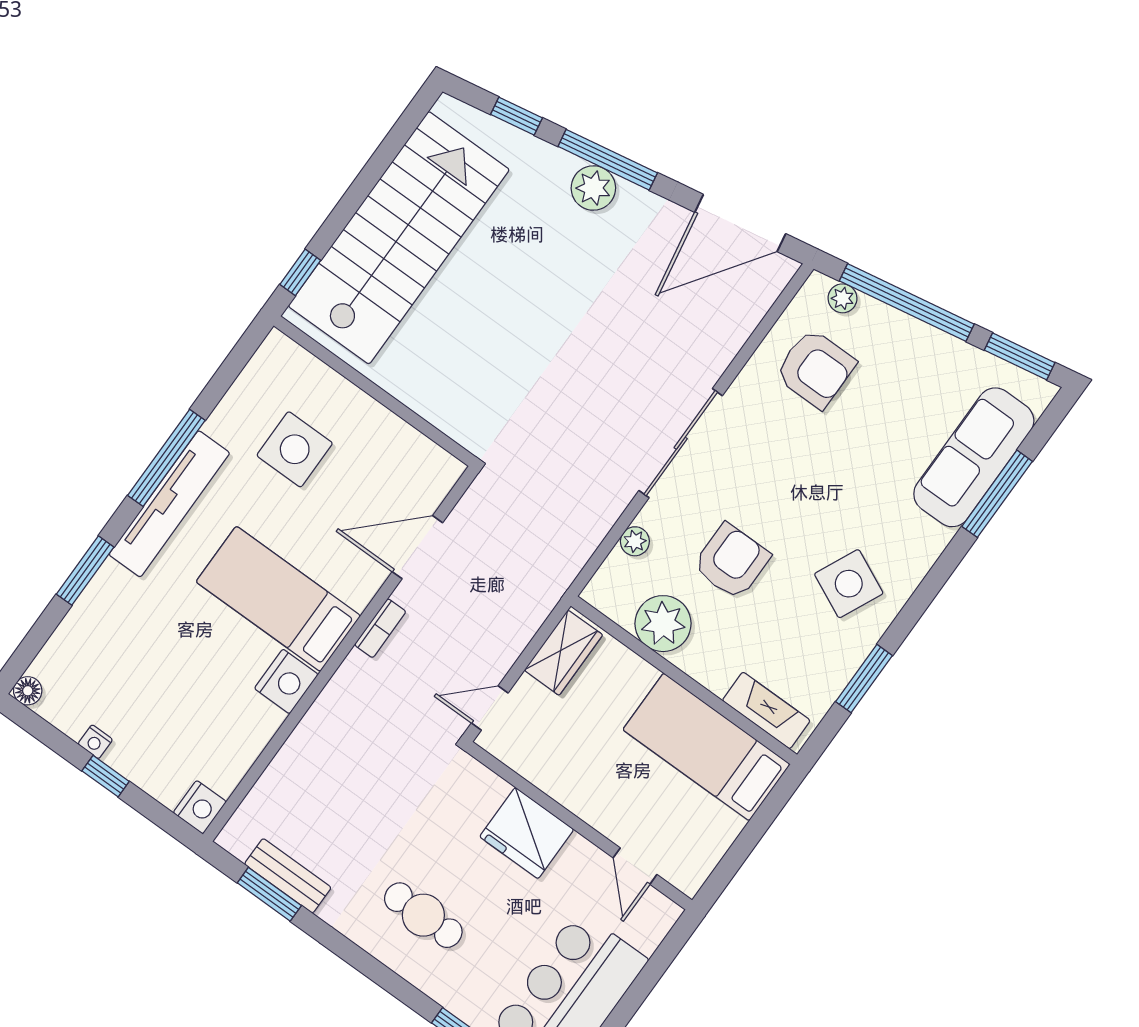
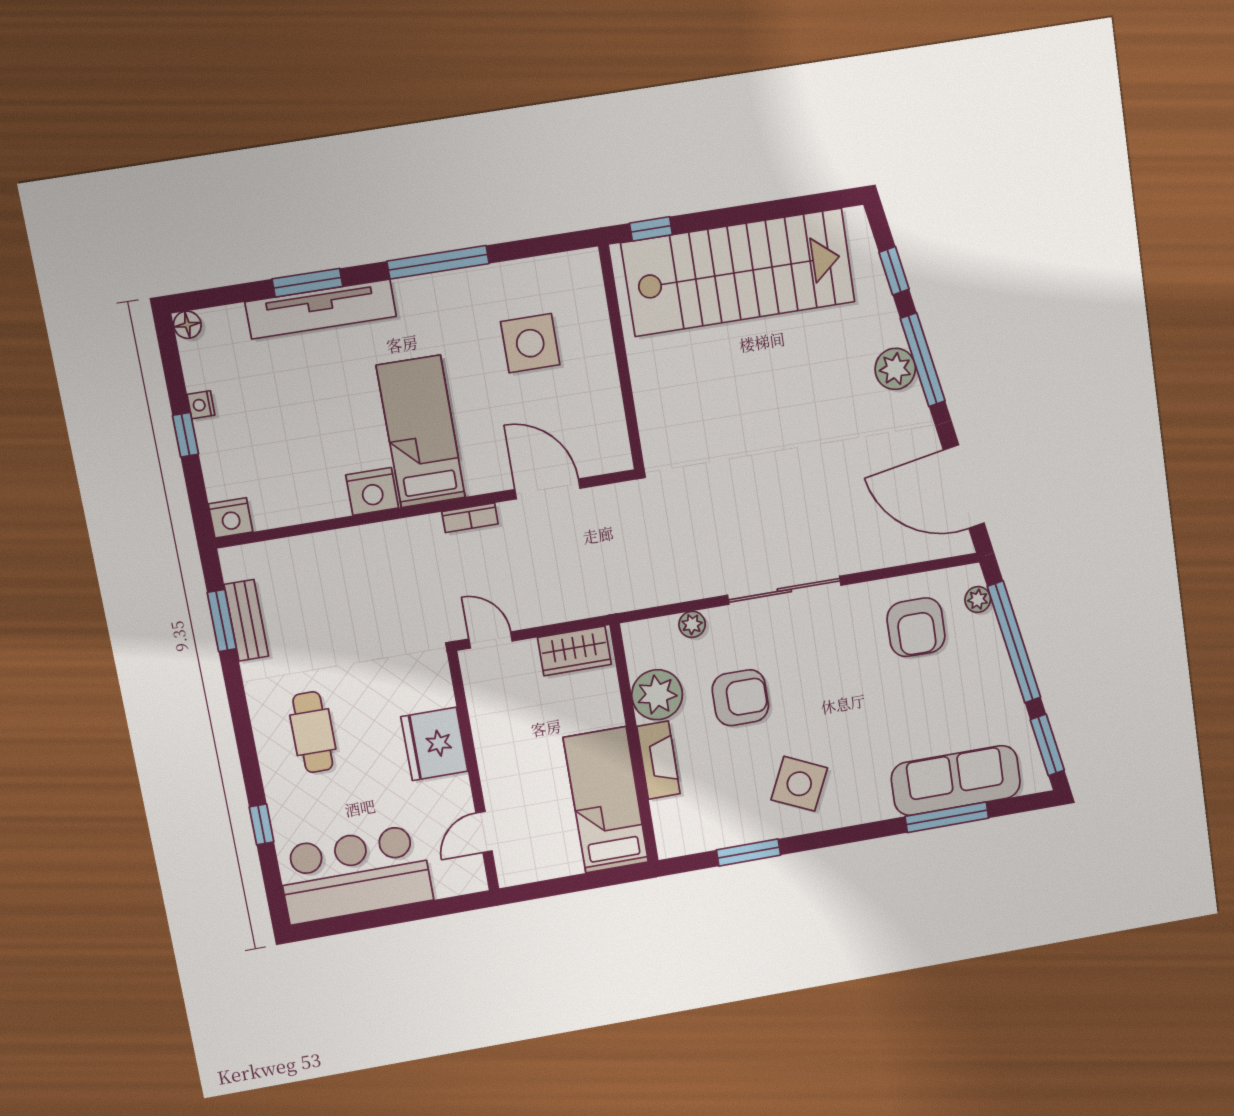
tv unit: (169, 504) -> (321, 309), moved
fireplace: (766, 710) -> (658, 760), moved

